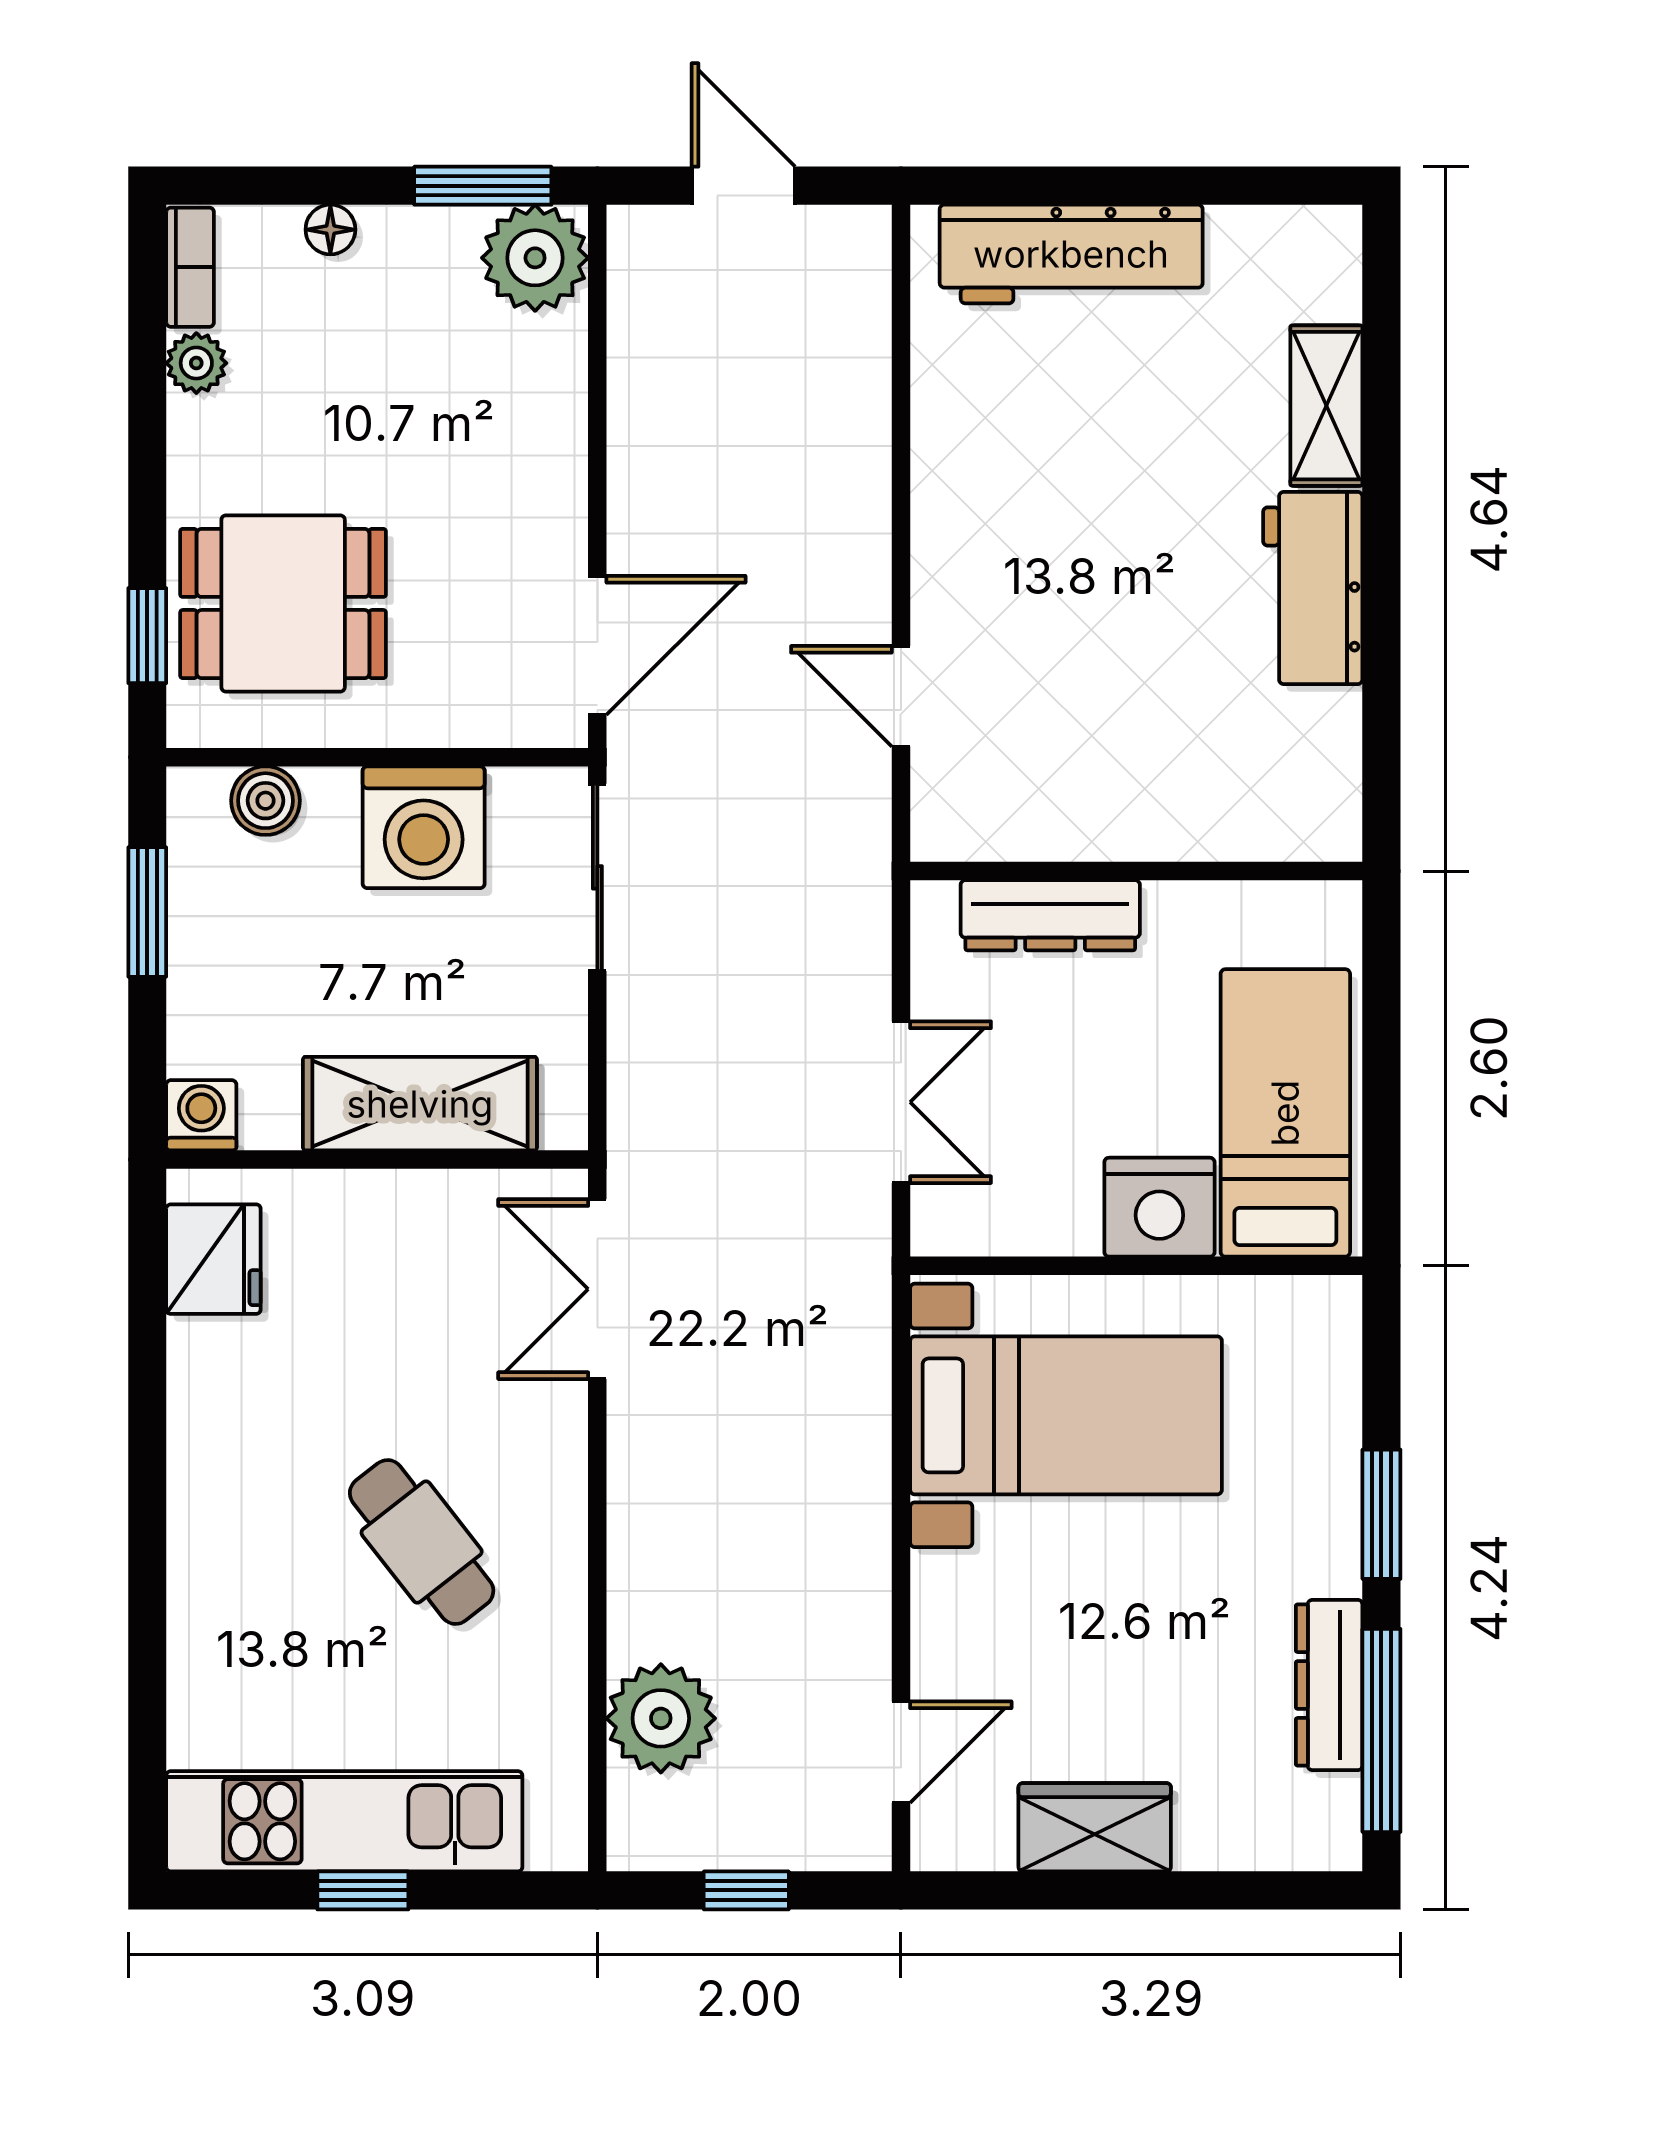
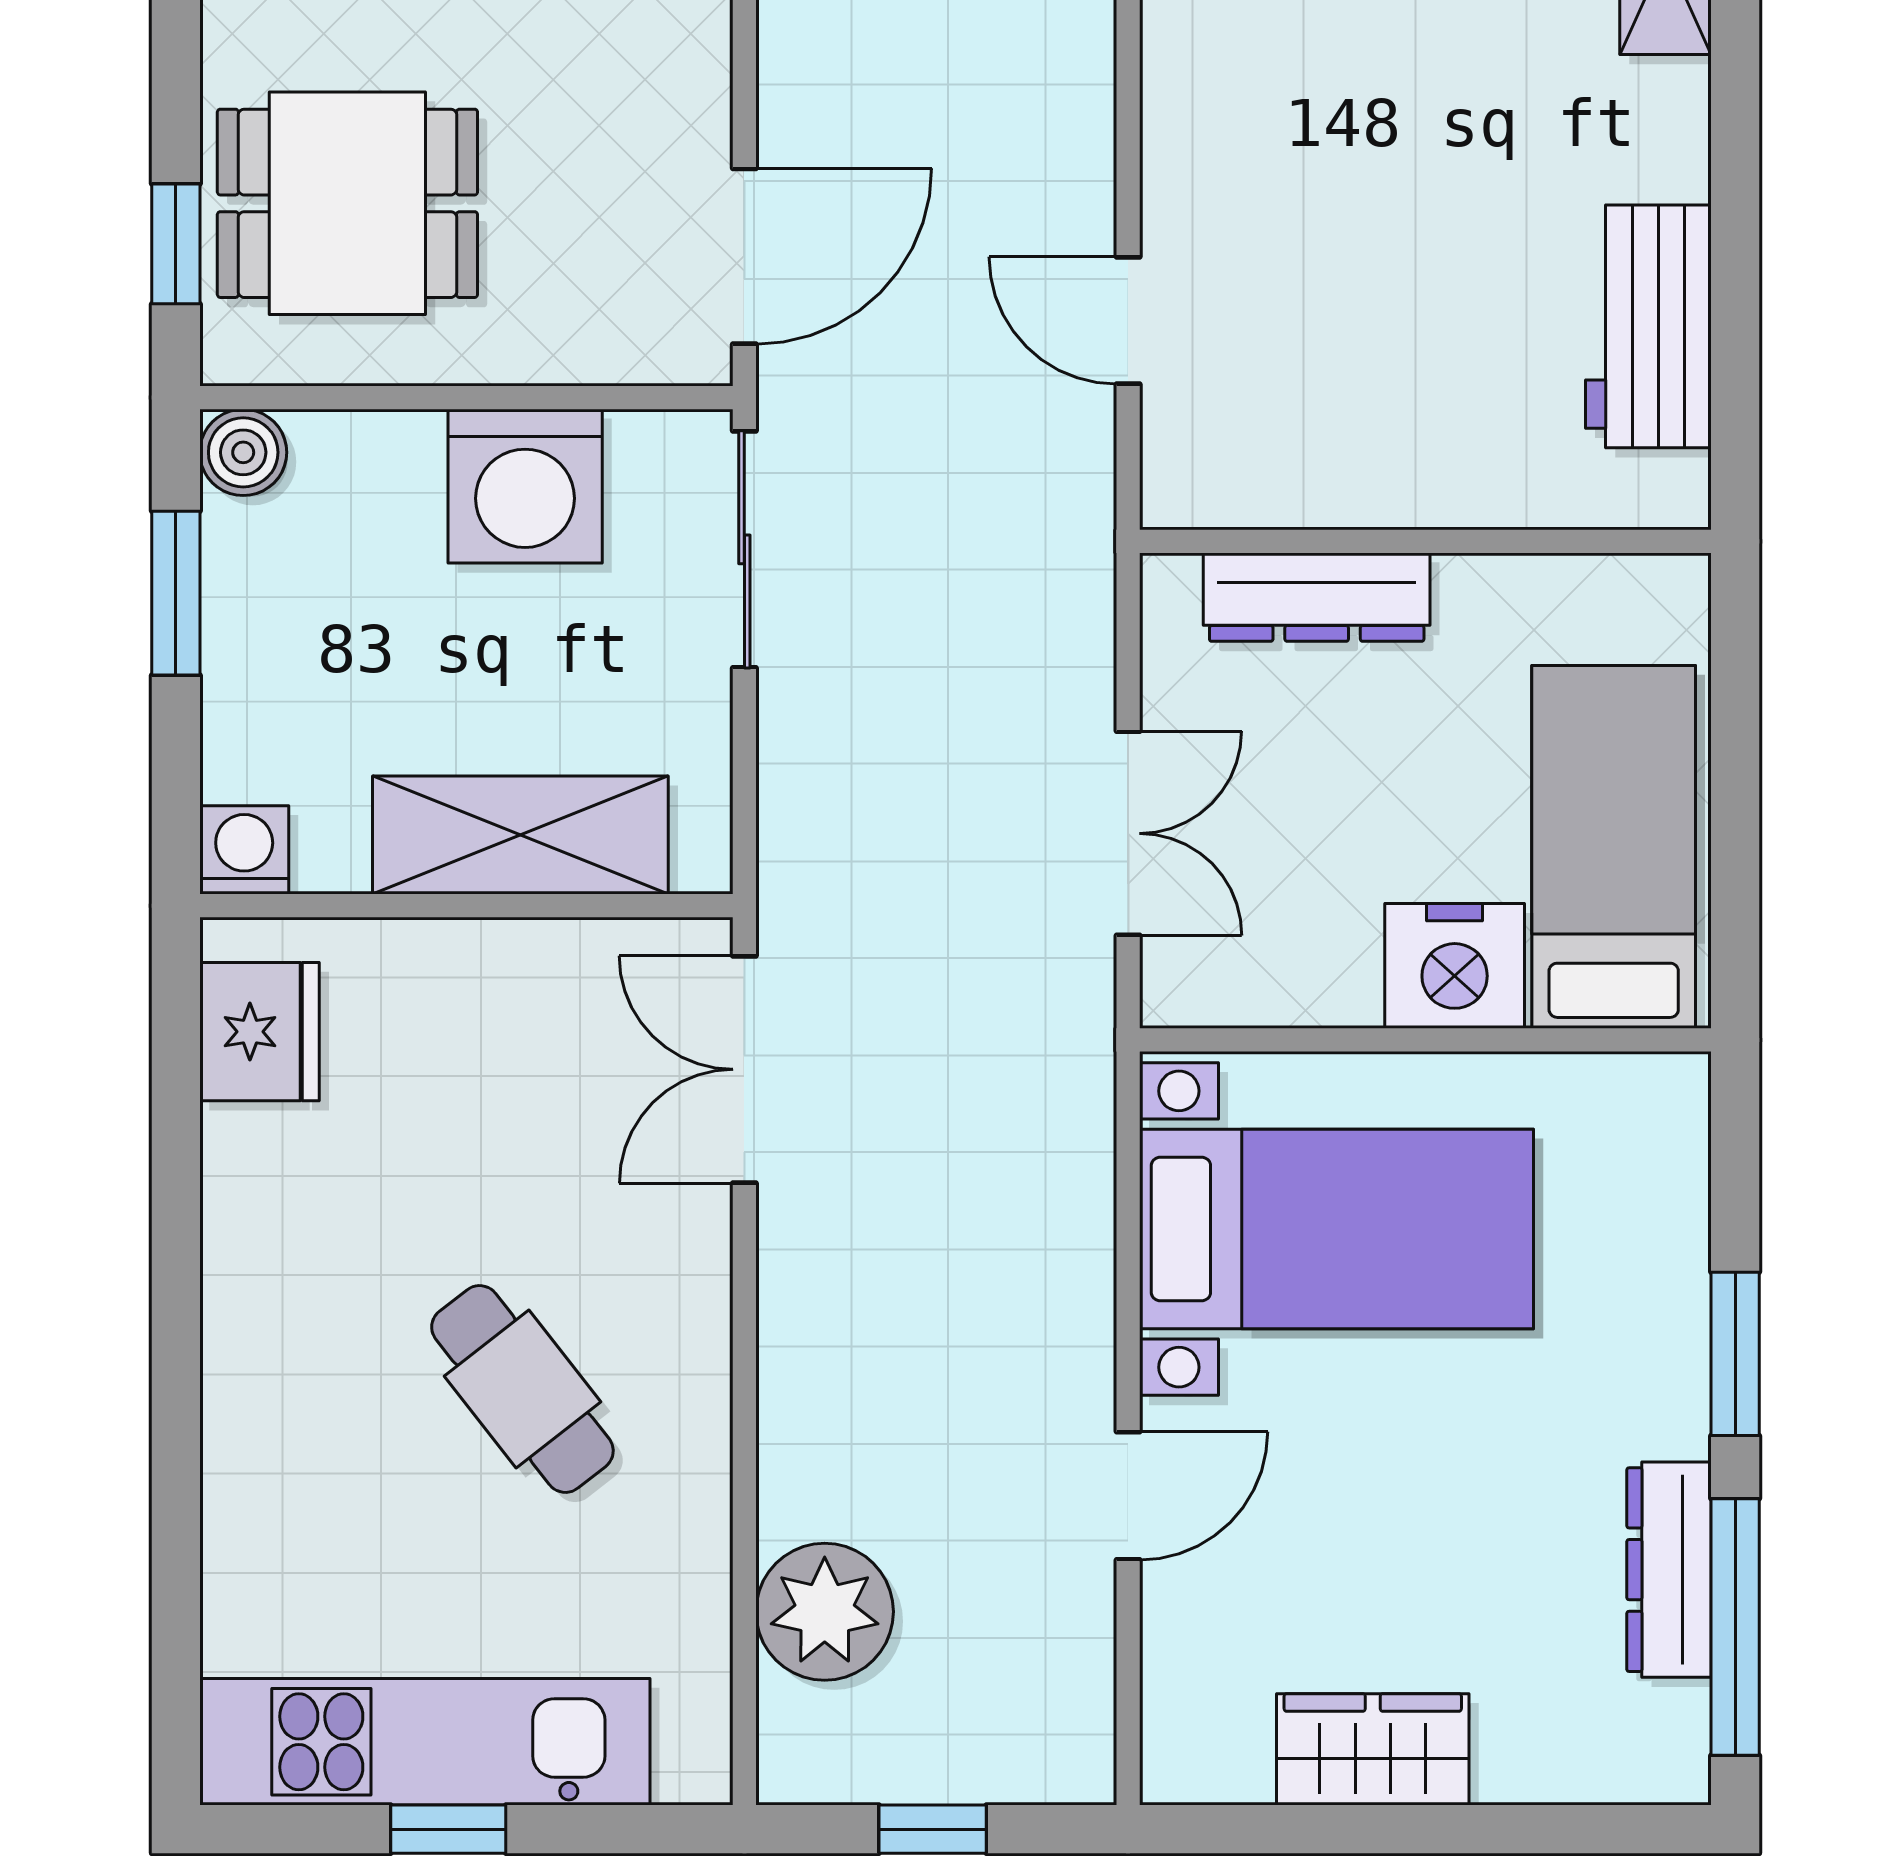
workbench: (1313, 588) -> (1648, 326), moved
boiler: (265, 801) -> (243, 452), moved
door: (901, 1752) -> (1128, 1496), moved

